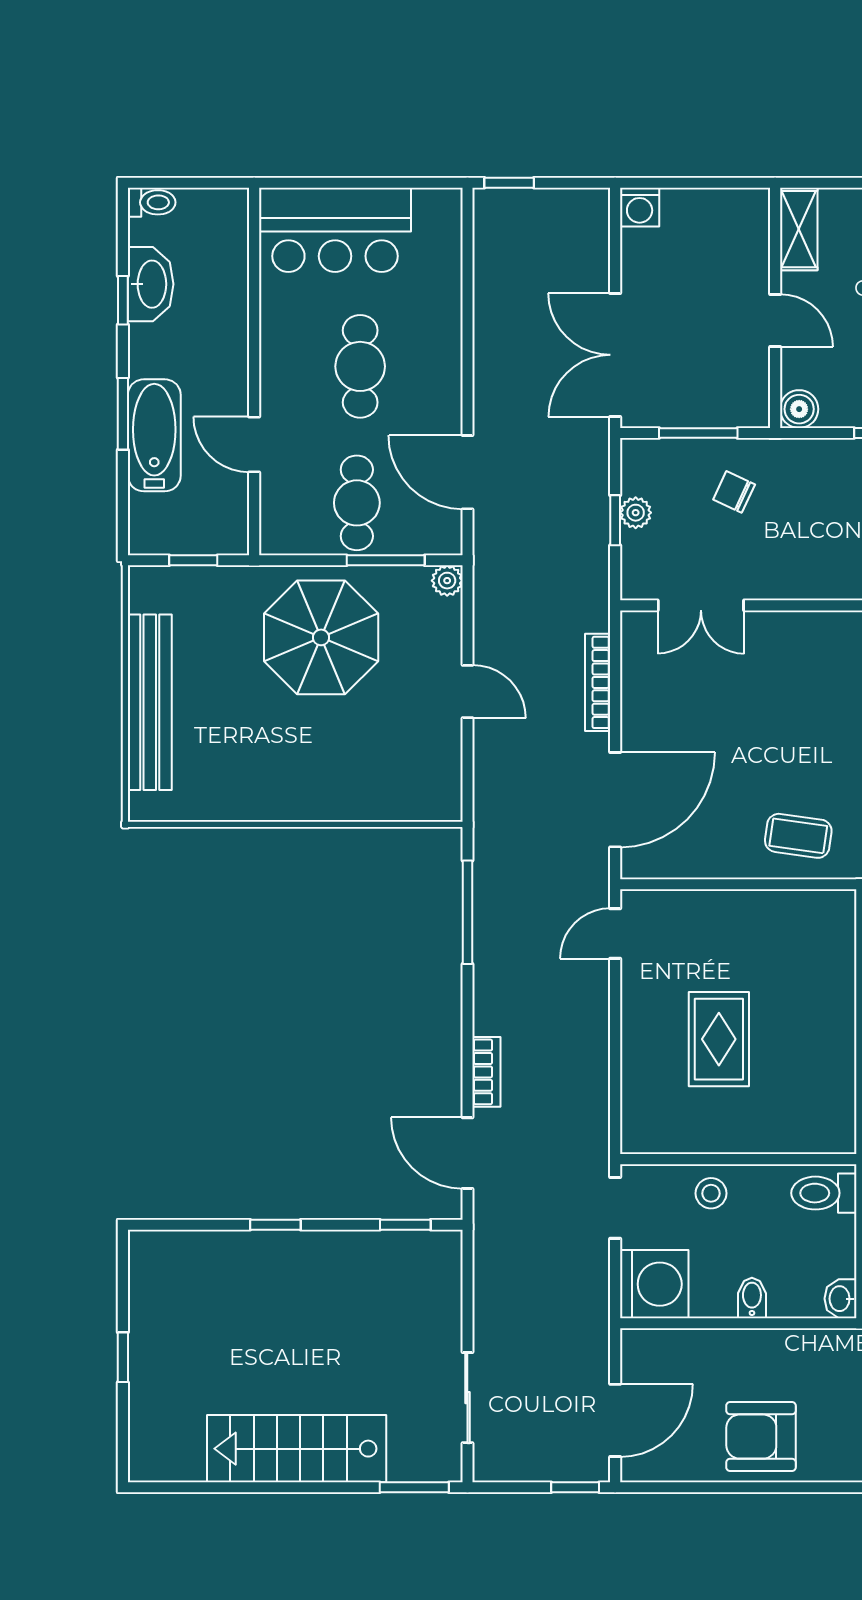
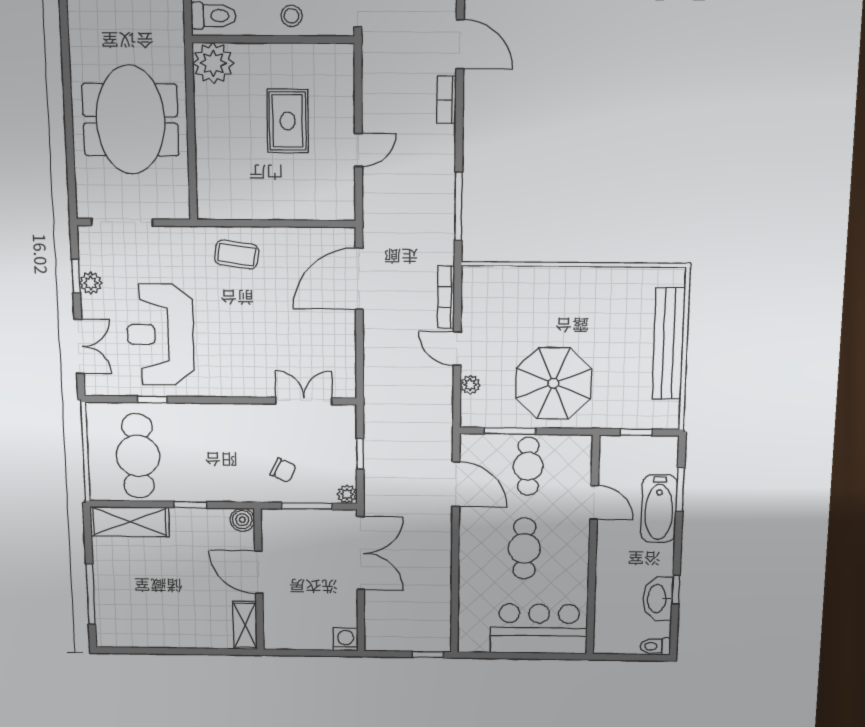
door: (775, 321) -> (259, 572), width x1.38
window: (123, 414) -> (680, 489), moved
plant: (636, 513) -> (347, 494), moved
plant: (447, 581) -> (470, 385), moved
bookcase: (598, 682) -> (446, 297), moved, turned 180
door: (615, 933) -> (358, 150), moved
plant: (826, 1124) -> (213, 63), added

